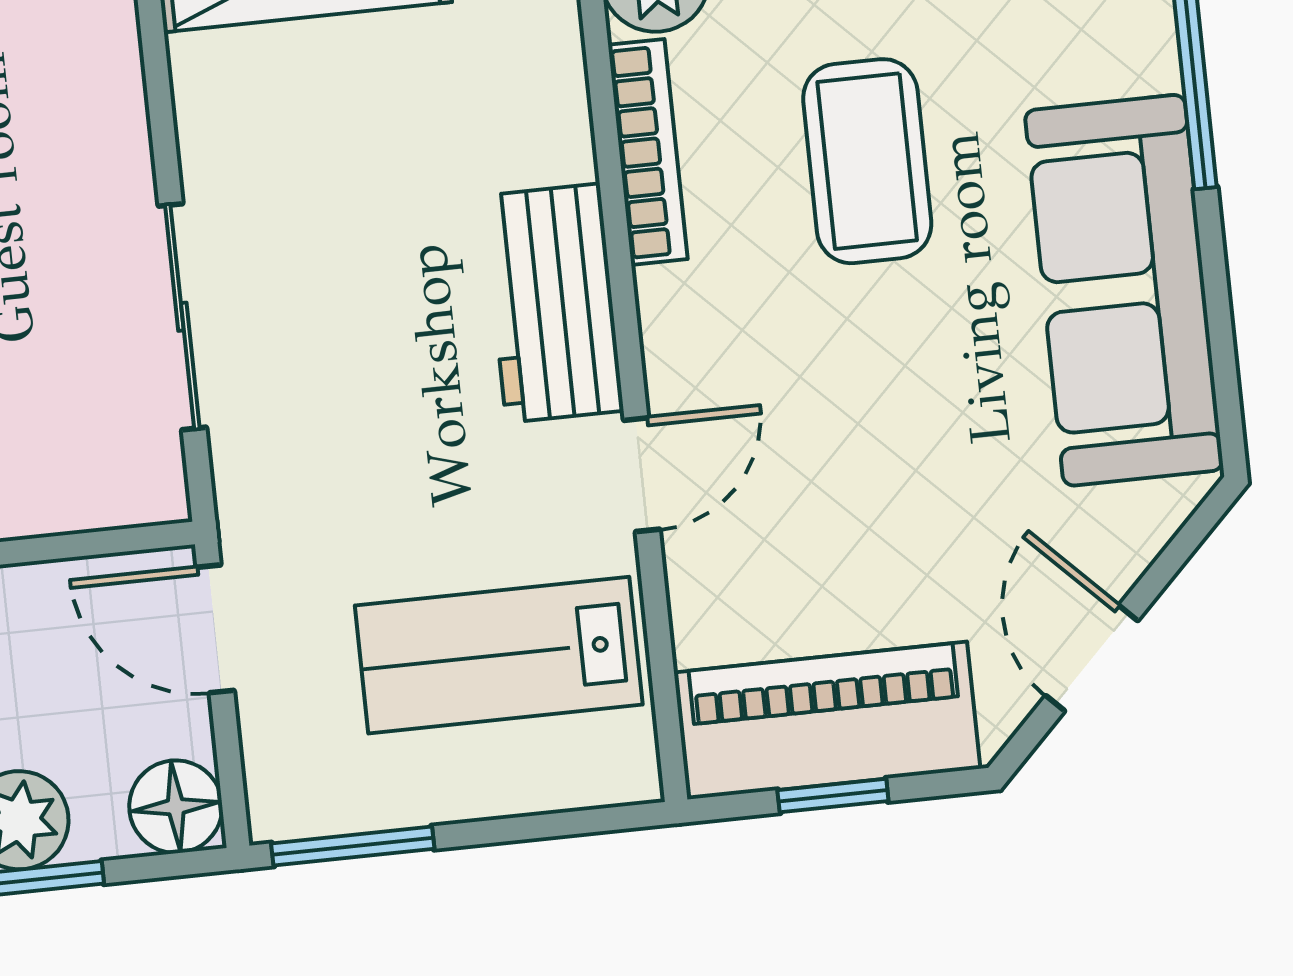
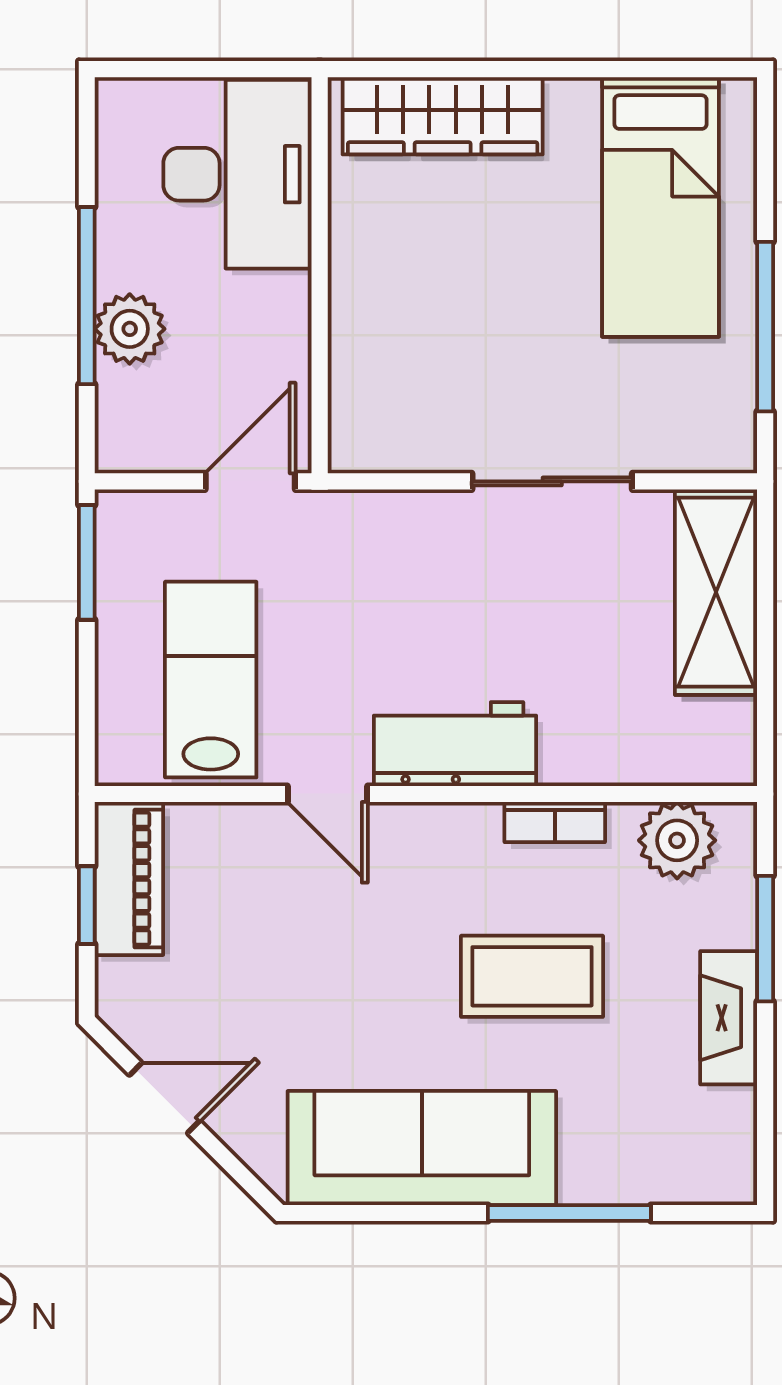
bookcase: (648, 152) -> (555, 822), width x0.64
sliding door: (182, 317) -> (552, 481), moved
piano: (827, 721) -> (129, 879), width x0.73, depth x0.75
floor lamp: (176, 807) -> (128, 440), removed

